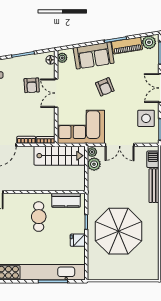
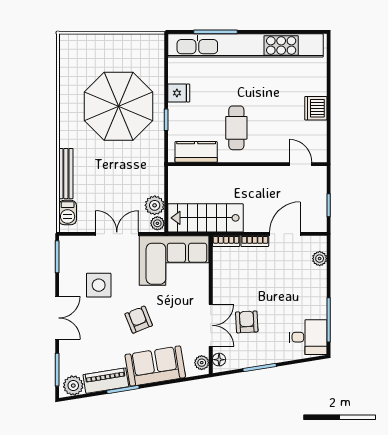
double door: (56, 93) -> (211, 325), moved
side table: (146, 118) -> (99, 285), moved

